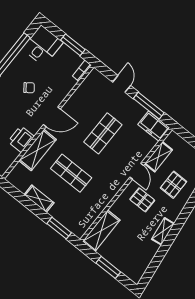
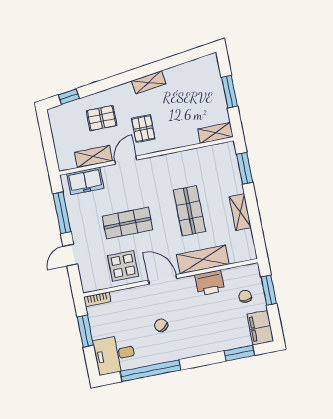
display table: (83, 105) -> (123, 266), added
freezer: (154, 126) -> (85, 181), moved, turned 90
shelving: (101, 231) -> (215, 133), width x0.67, depth x0.75

